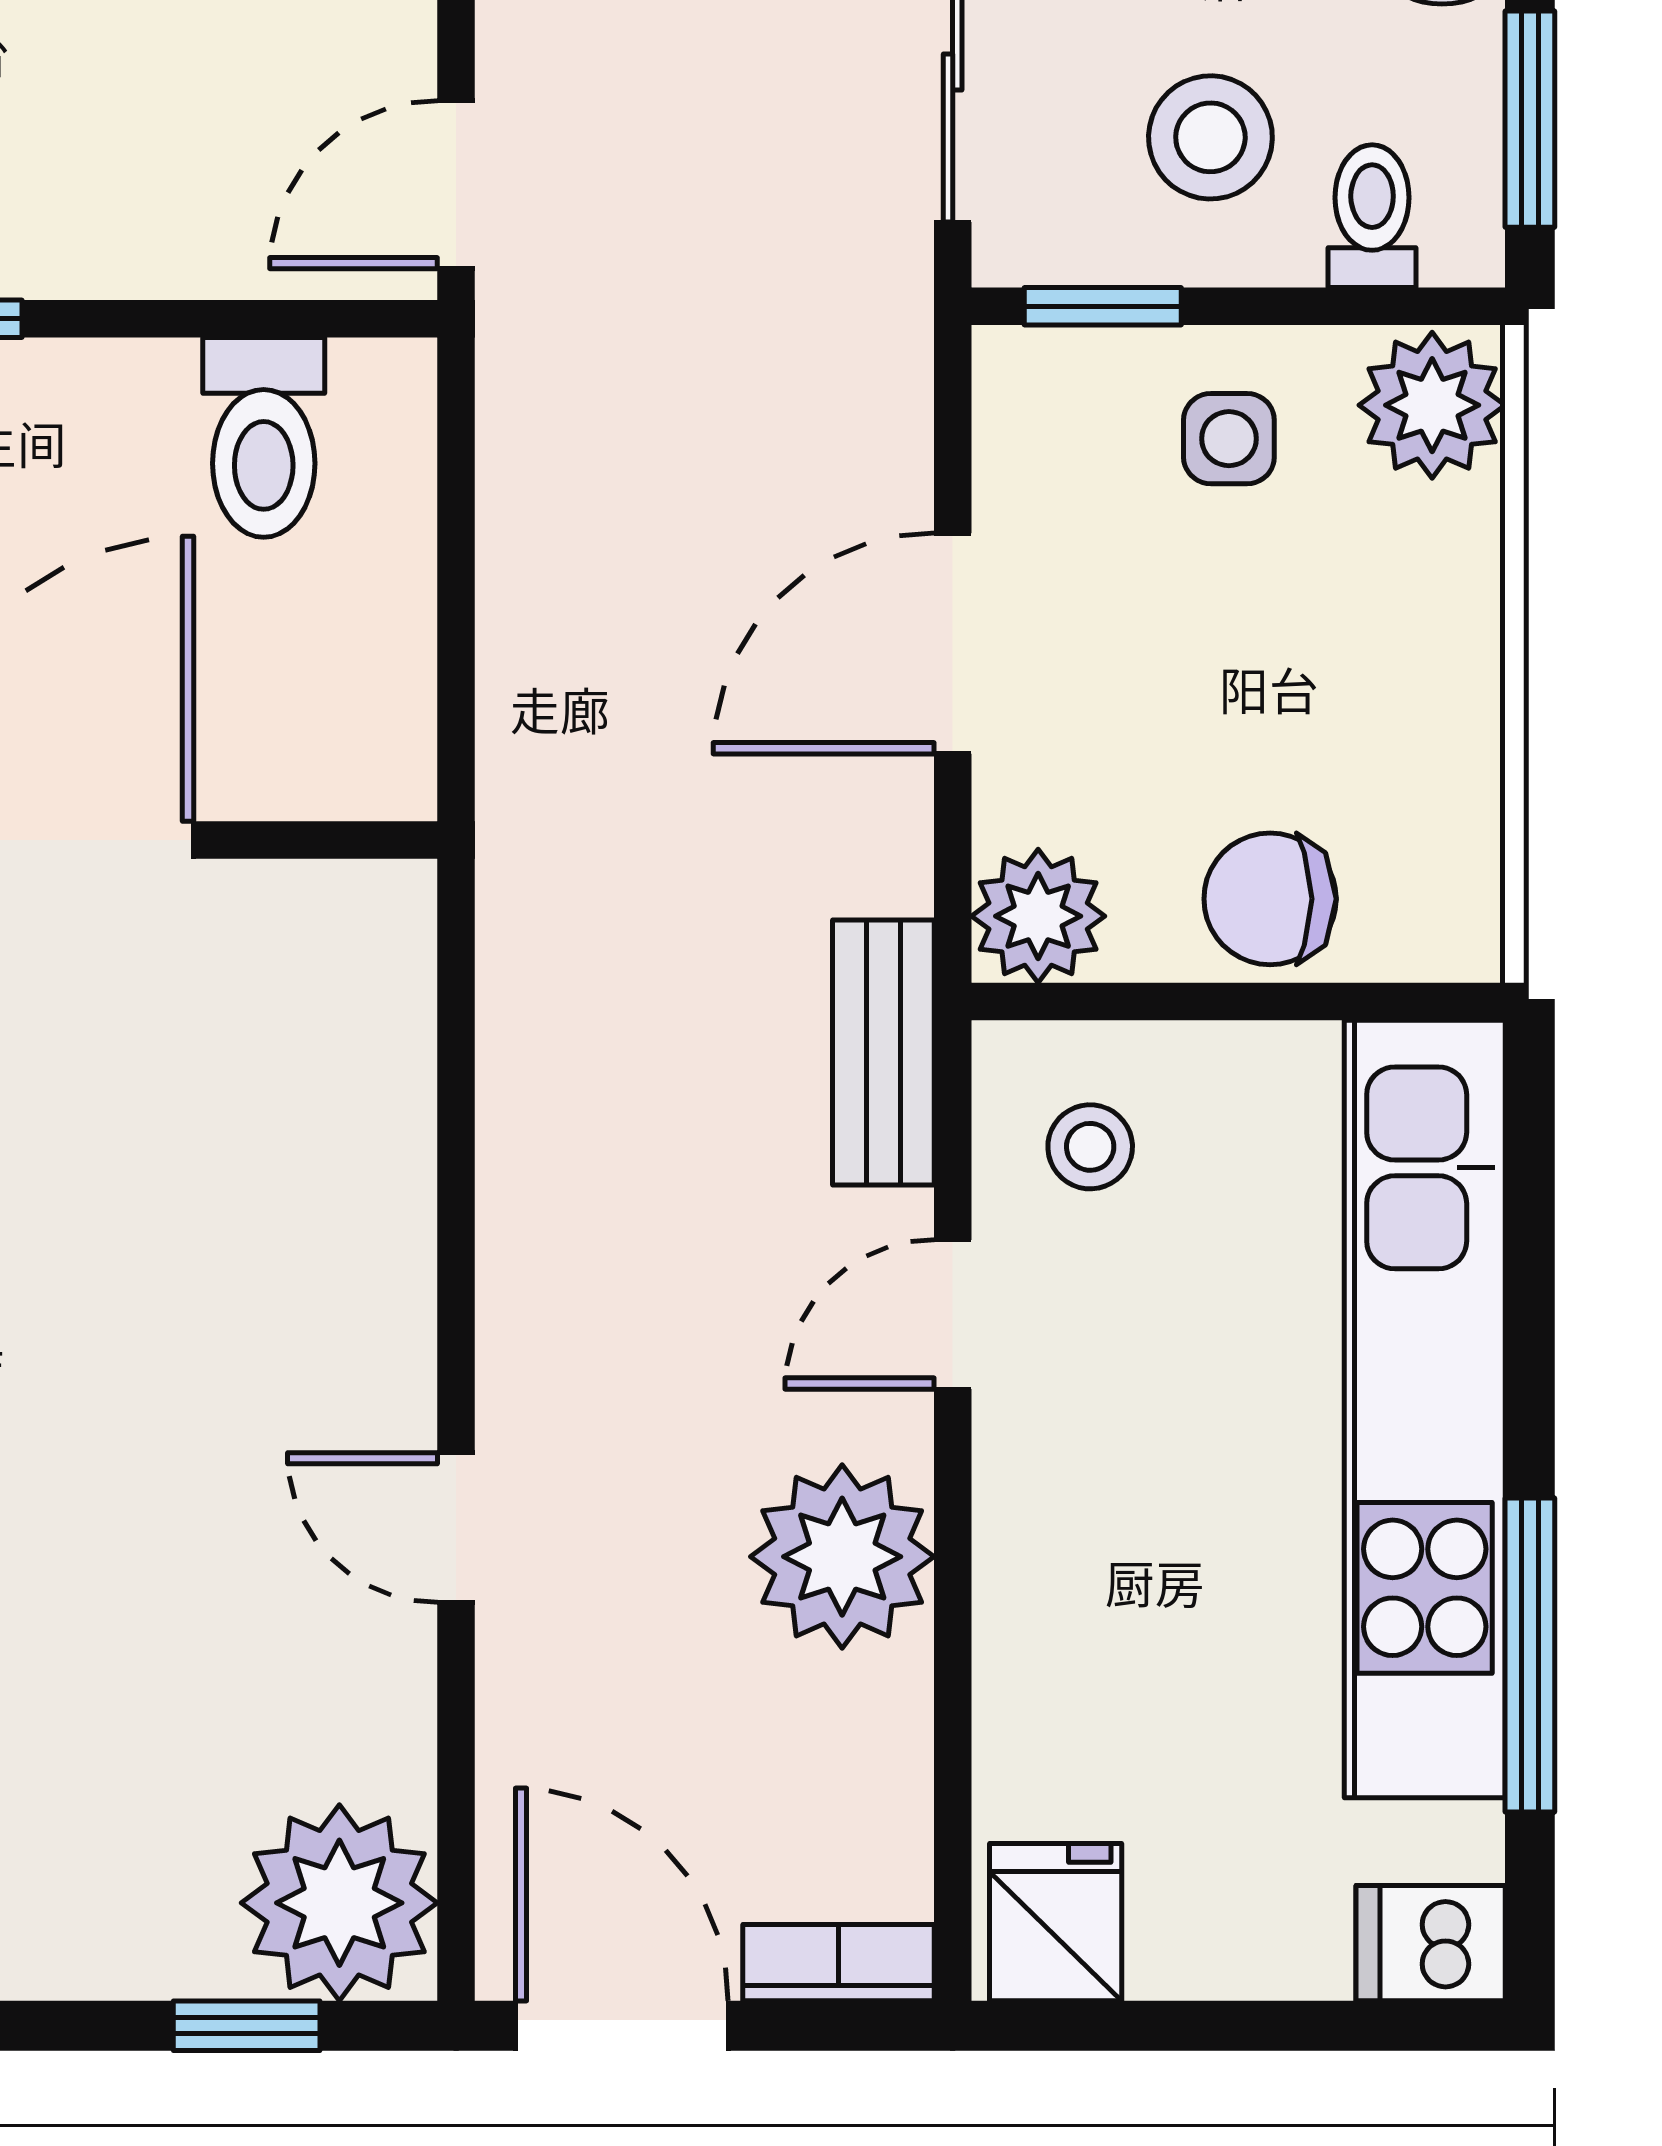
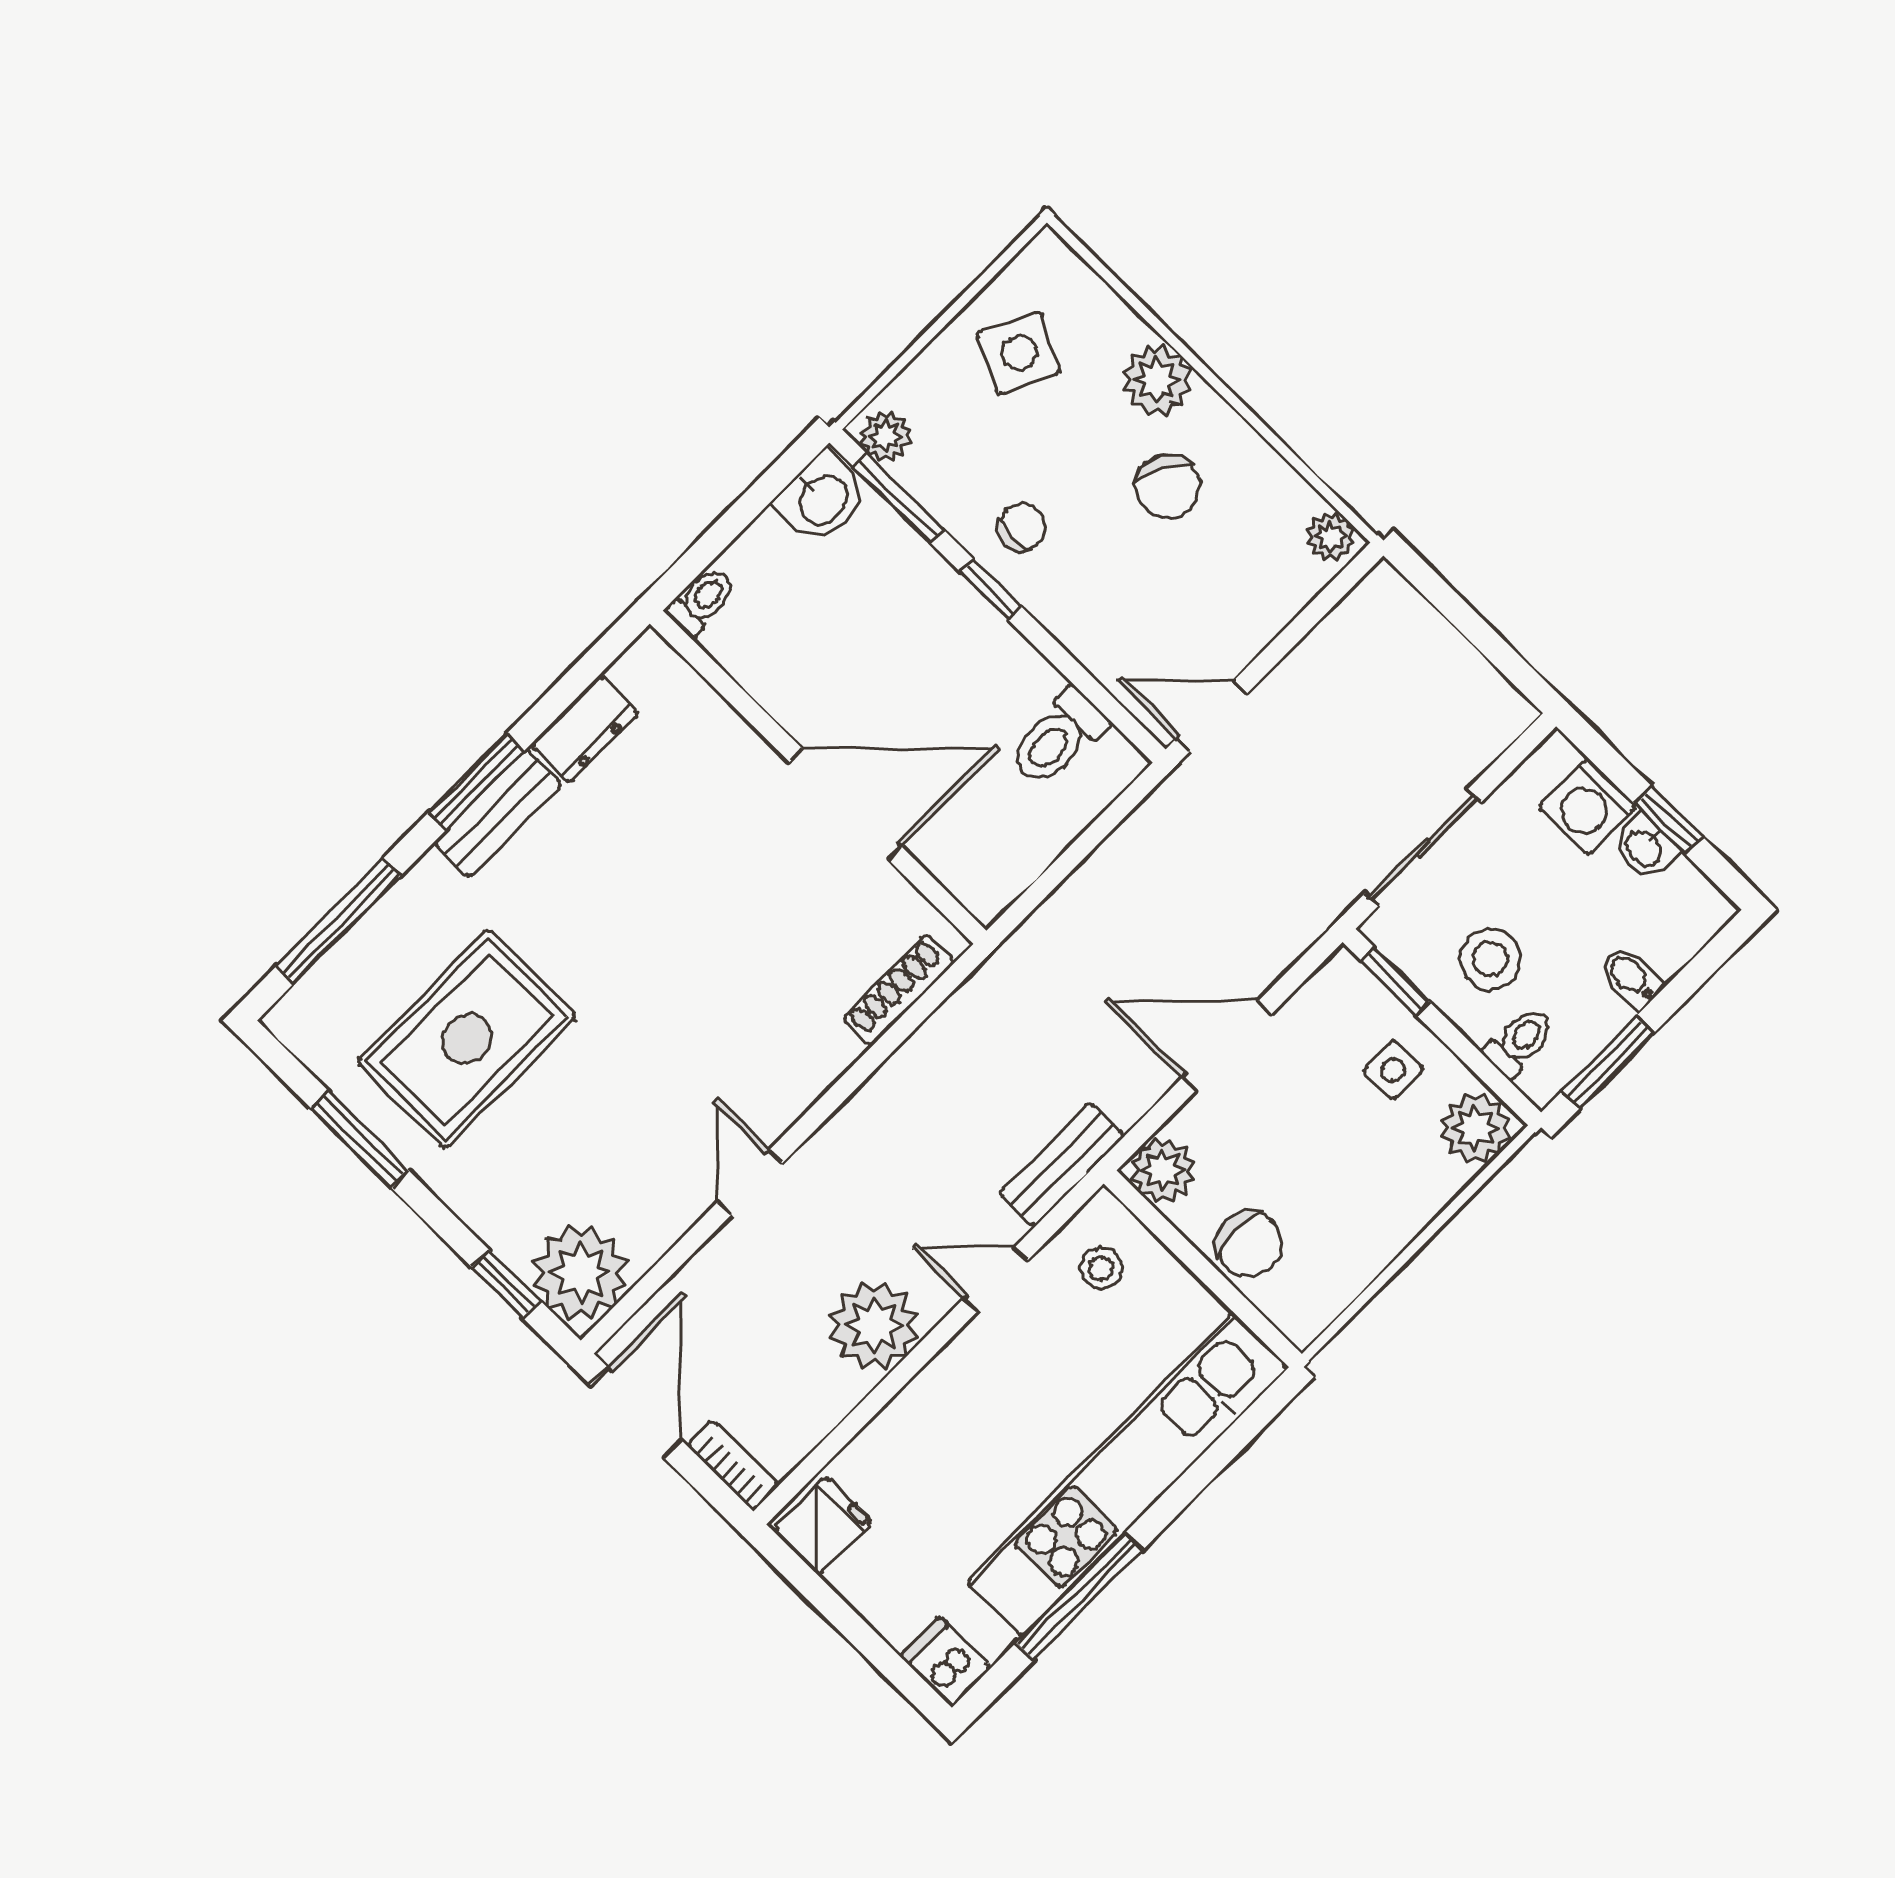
chair: (1270, 899) -> (1249, 1244), turned 180
shoe rack: (396, 1035) -> (899, 991), added

